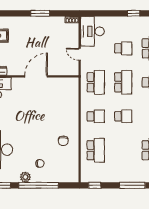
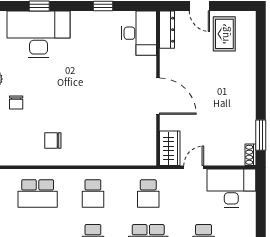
window: (40, 13) -> (261, 135), moved
wardrobe: (68, 69) -> (170, 148), added
school desk: (96, 82) -> (148, 193), width x0.54

